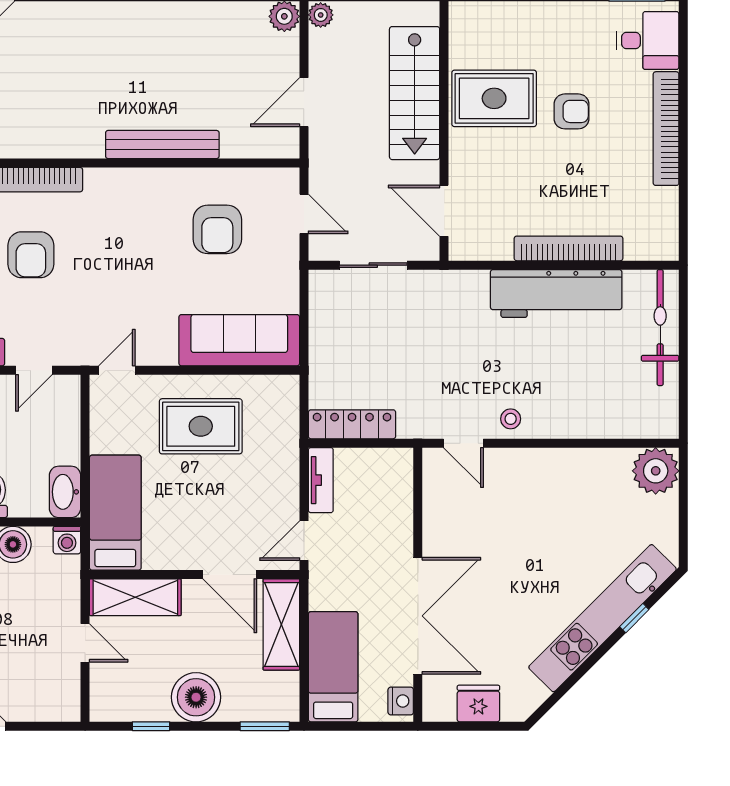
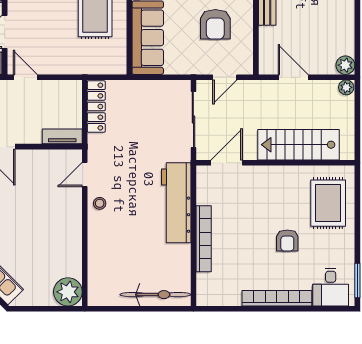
rug: (494, 98) -> (328, 203), moved
armchair: (217, 229) -> (215, 24), turned -90
sliding door: (373, 265) -> (193, 119), width x1.37
workbench: (556, 293) -> (176, 203), moved
tv unit: (321, 480) -> (62, 136), moved, turned 180

